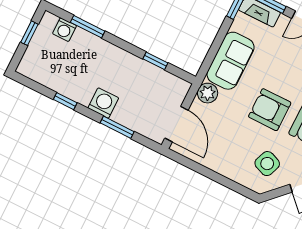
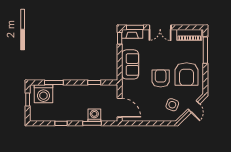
washing machine: (64, 30) -> (43, 94), width x1.89, depth x1.89
plant: (208, 93) -> (127, 85), removed
washing machine: (103, 103) -> (94, 115), moved
armchair: (270, 110) -> (161, 78), turned 90

